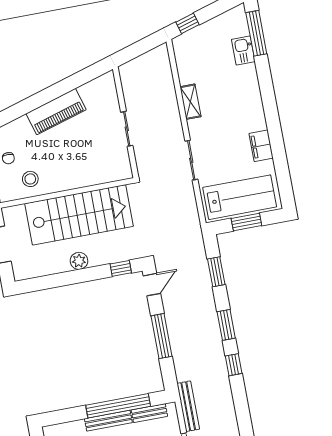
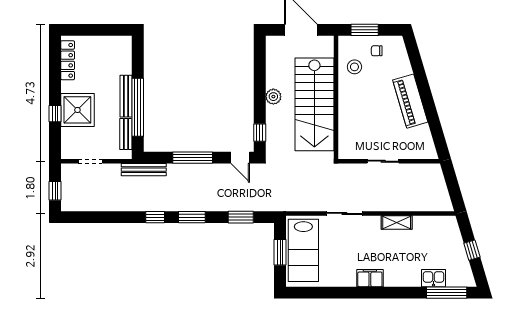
window: (188, 23) -> (472, 250), moved
filing cabinet: (261, 146) -> (370, 278), moved
bench: (188, 406) -> (144, 170), moved

